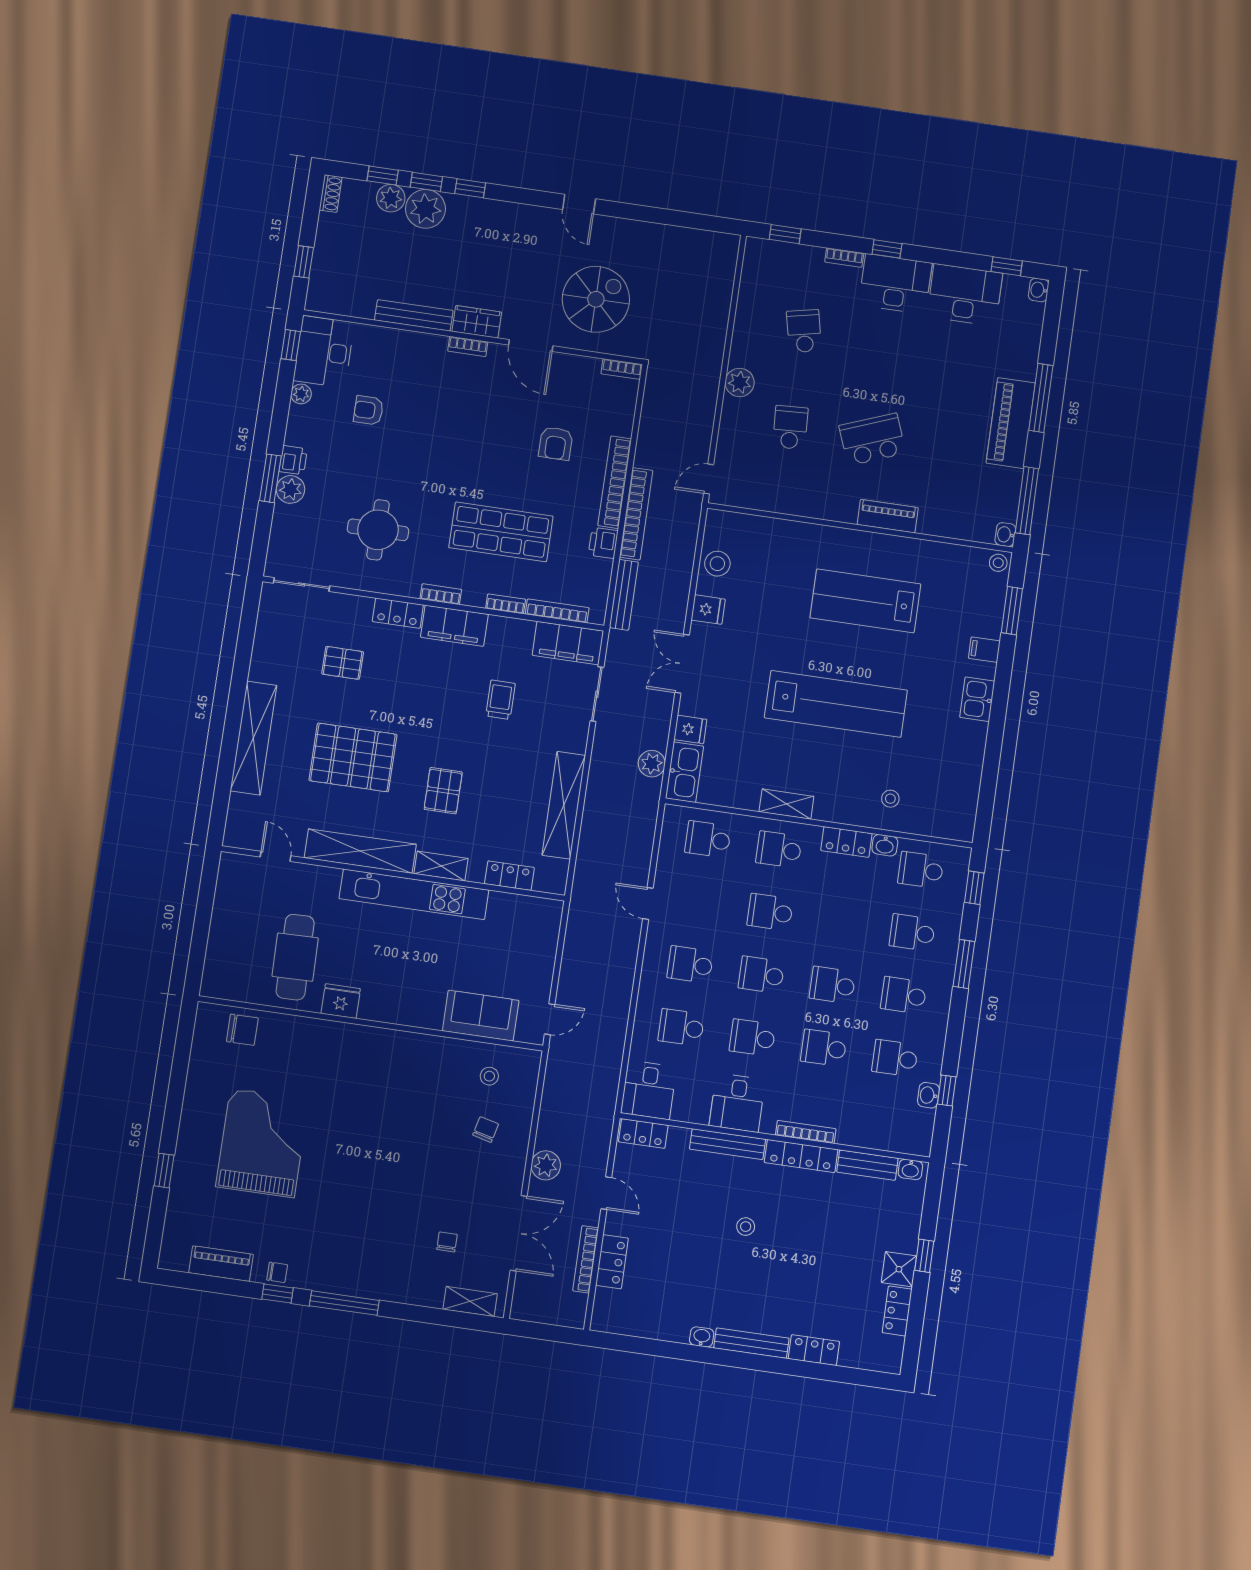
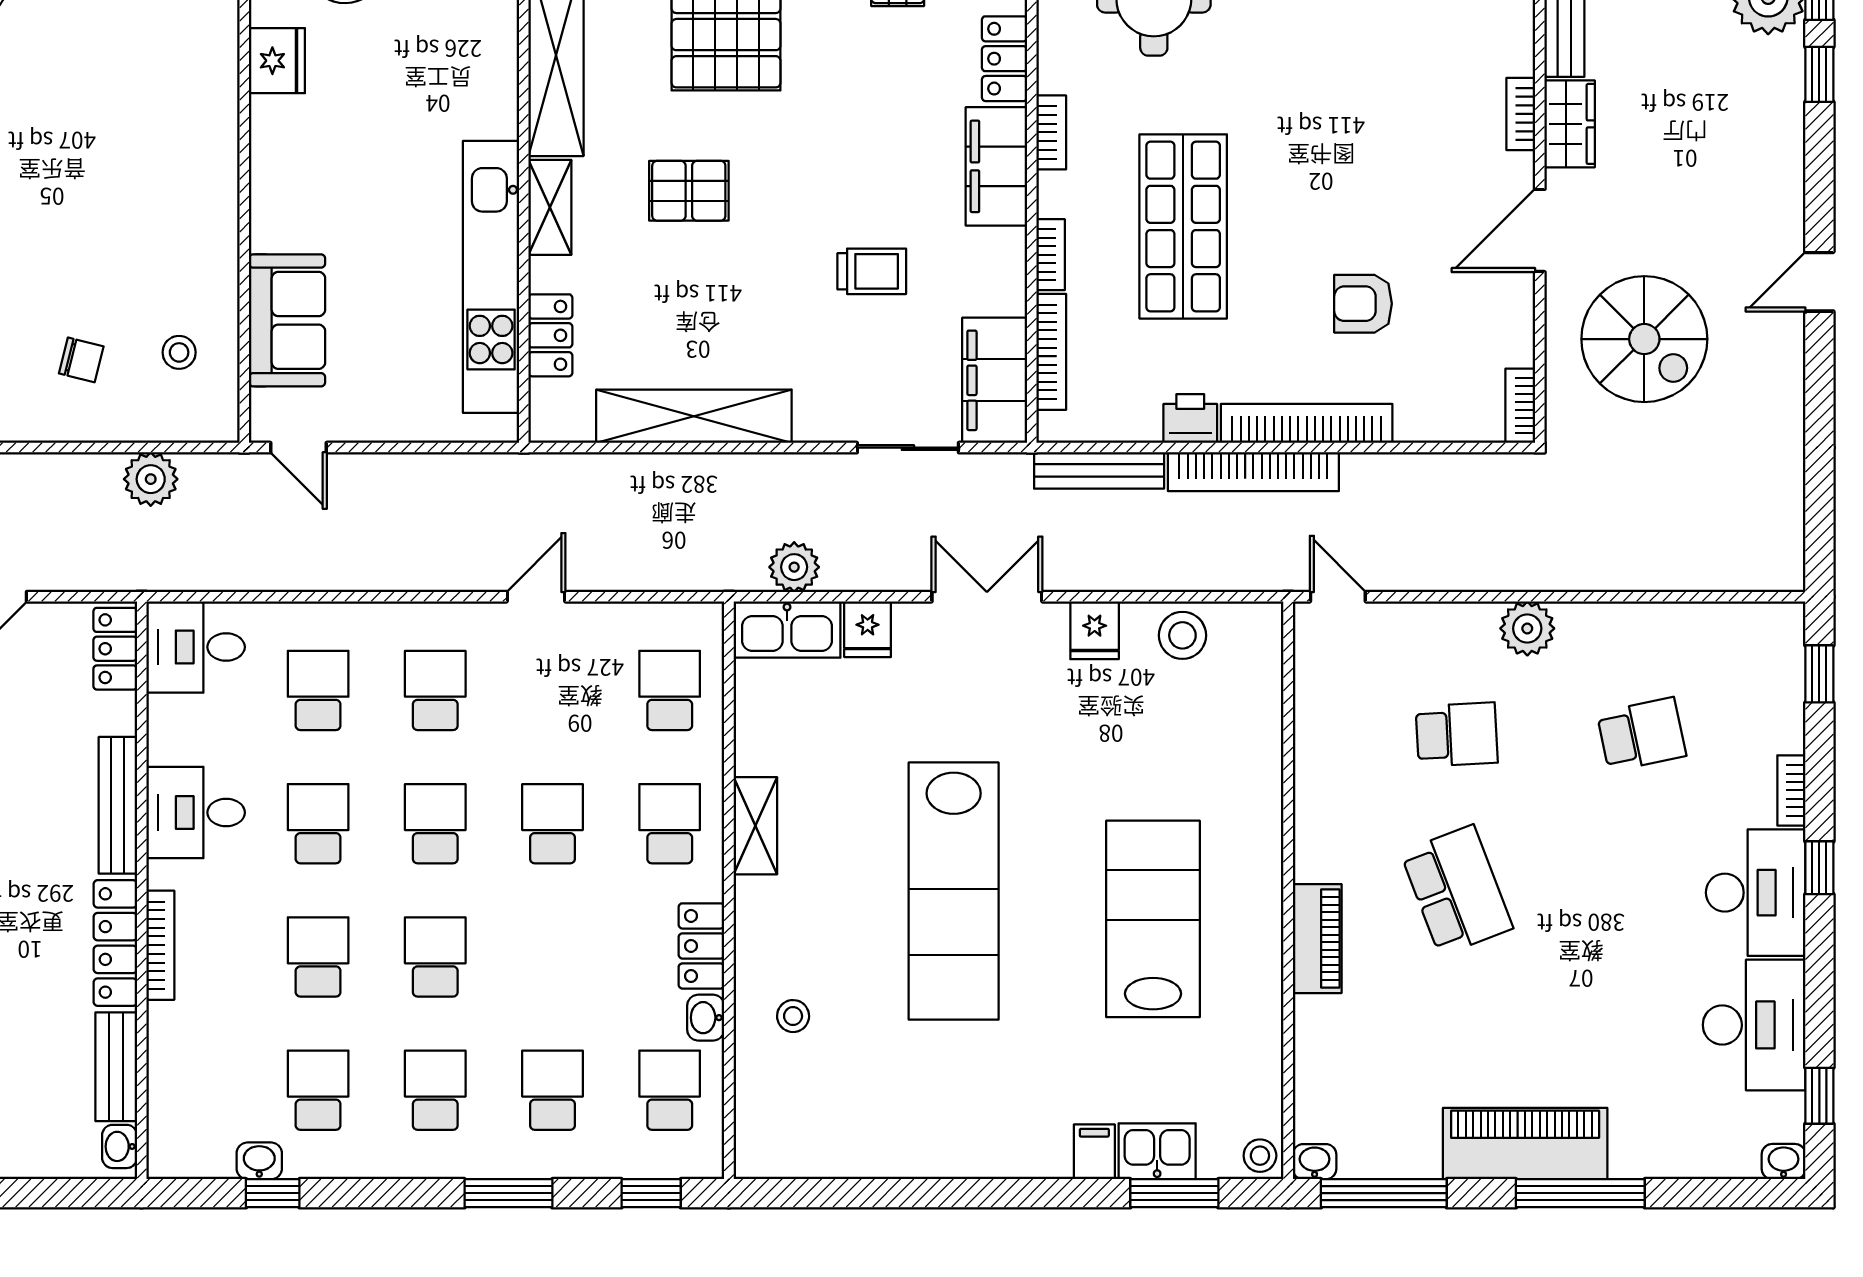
kitchen sink: (977, 699) -> (1157, 1151), moved
kitchen unit: (414, 894) -> (491, 277), moved
plant: (546, 1165) -> (151, 479), moved

